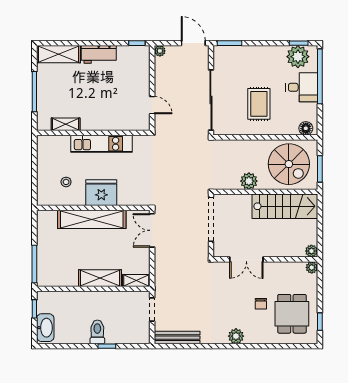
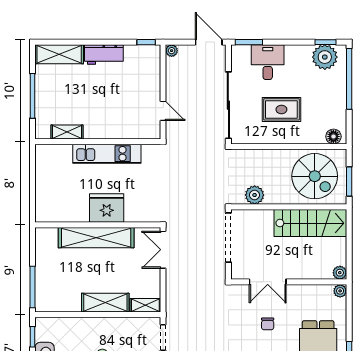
desk: (302, 87) -> (268, 62), moved, turned -90
rug: (259, 104) -> (281, 109), turned 90
plant: (249, 181) -> (255, 195), moved
stool: (66, 182) -> (68, 196), removed
chair: (261, 304) -> (268, 324), moved

